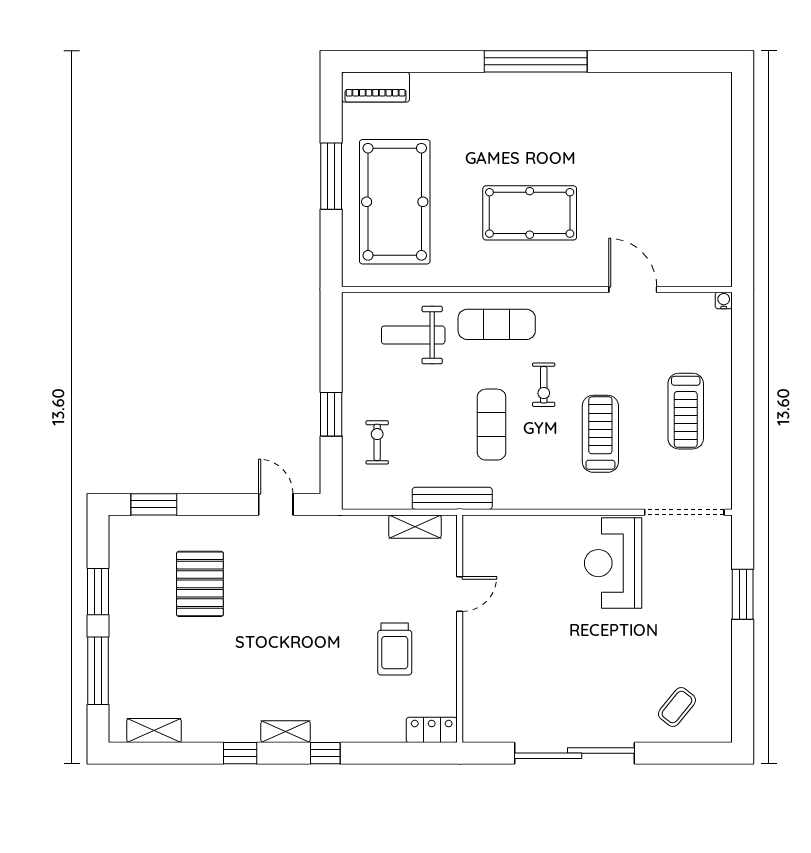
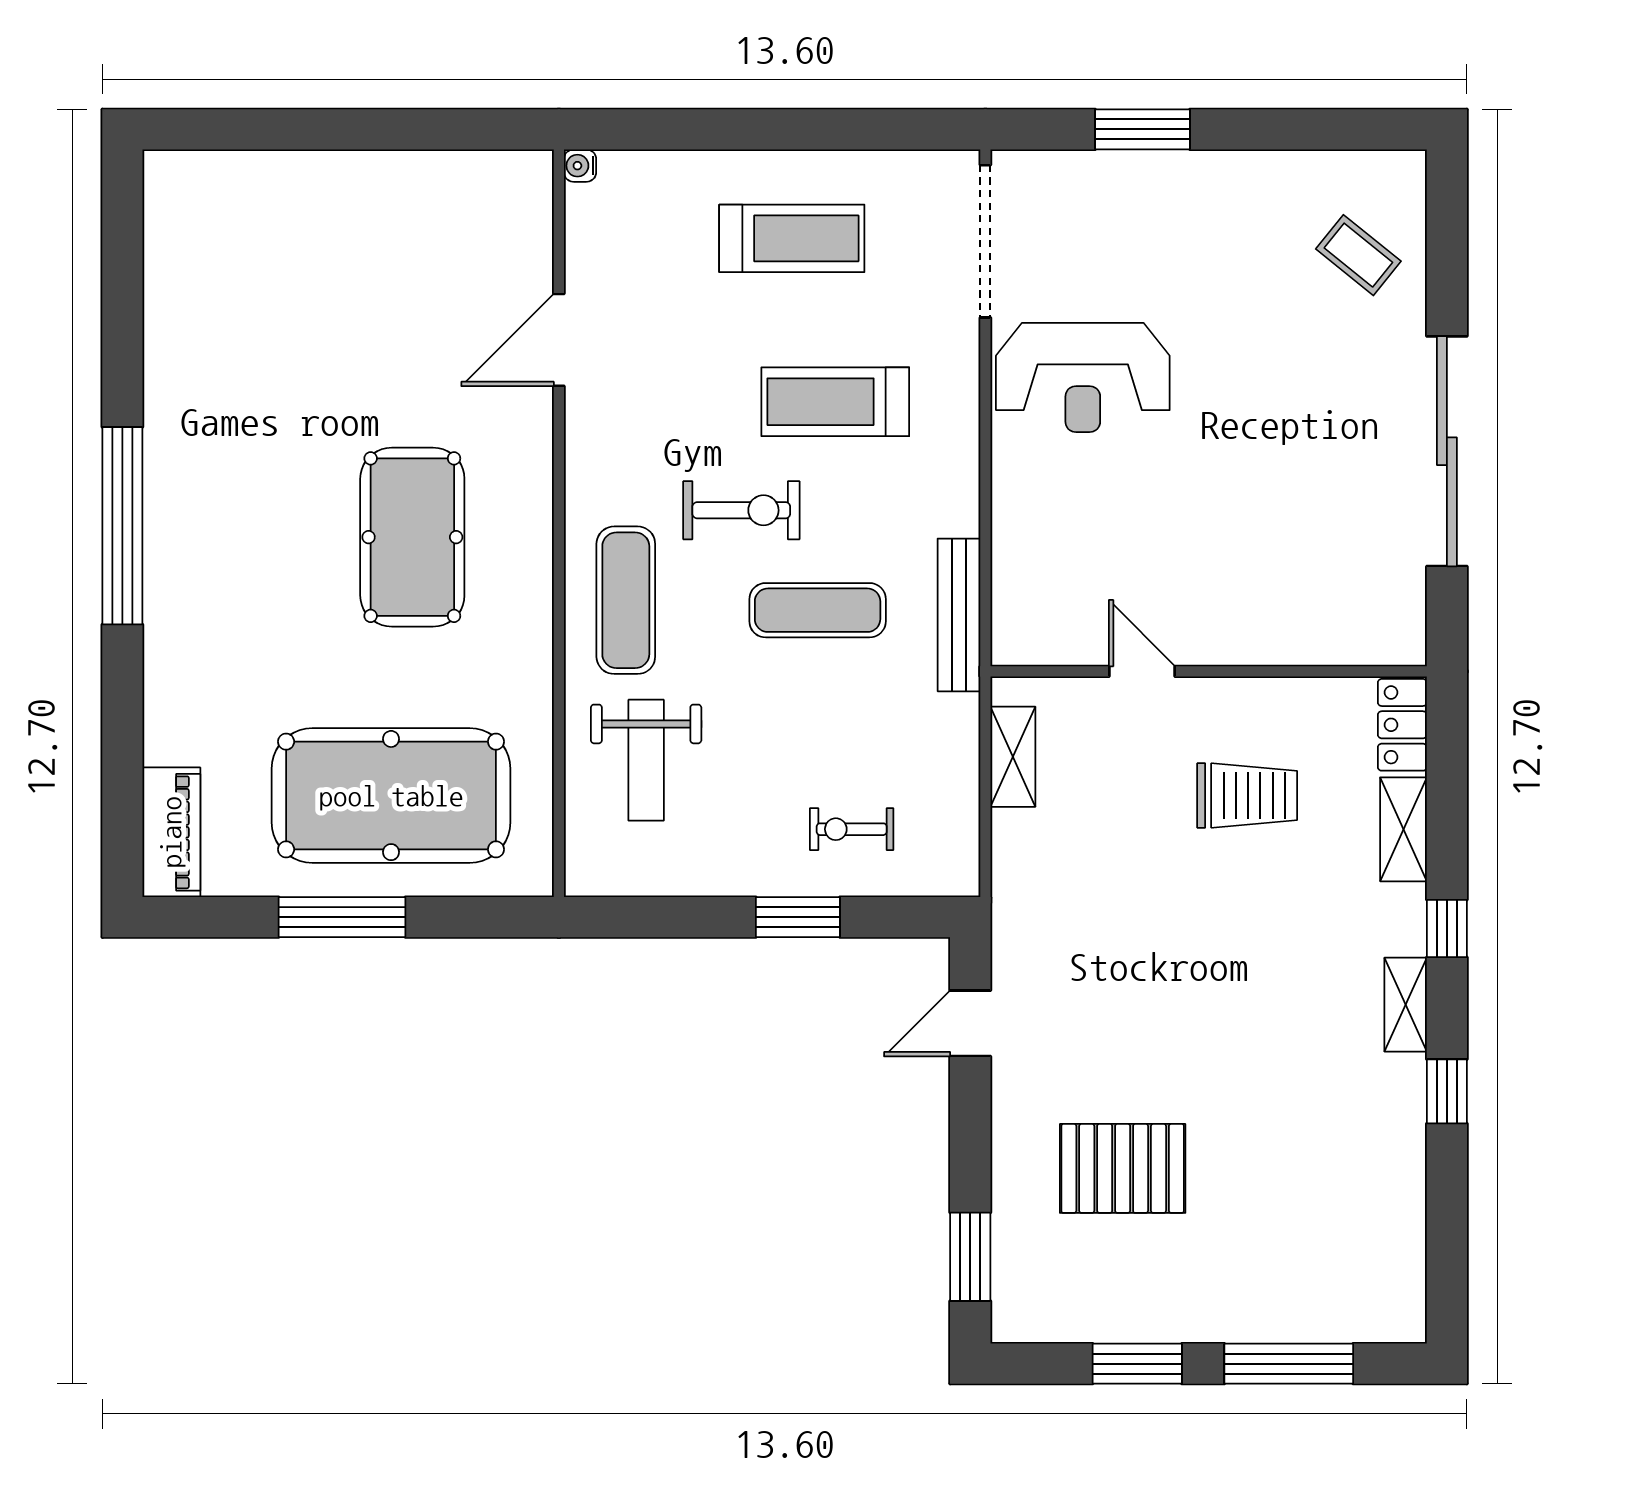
exercise bike: (544, 385) -> (741, 510), width x1.38, depth x1.39
bench: (452, 498) -> (959, 615), moved
shelving: (154, 731) -> (1403, 829), moved

